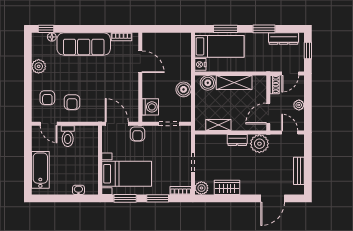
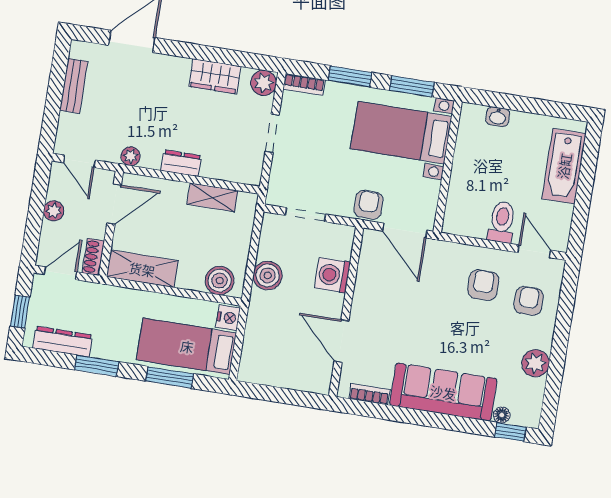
shelving: (234, 83) -> (142, 269), moved
washing machine: (150, 107) -> (332, 275), moved
plant: (259, 144) -> (131, 156), width x0.53, depth x0.53

